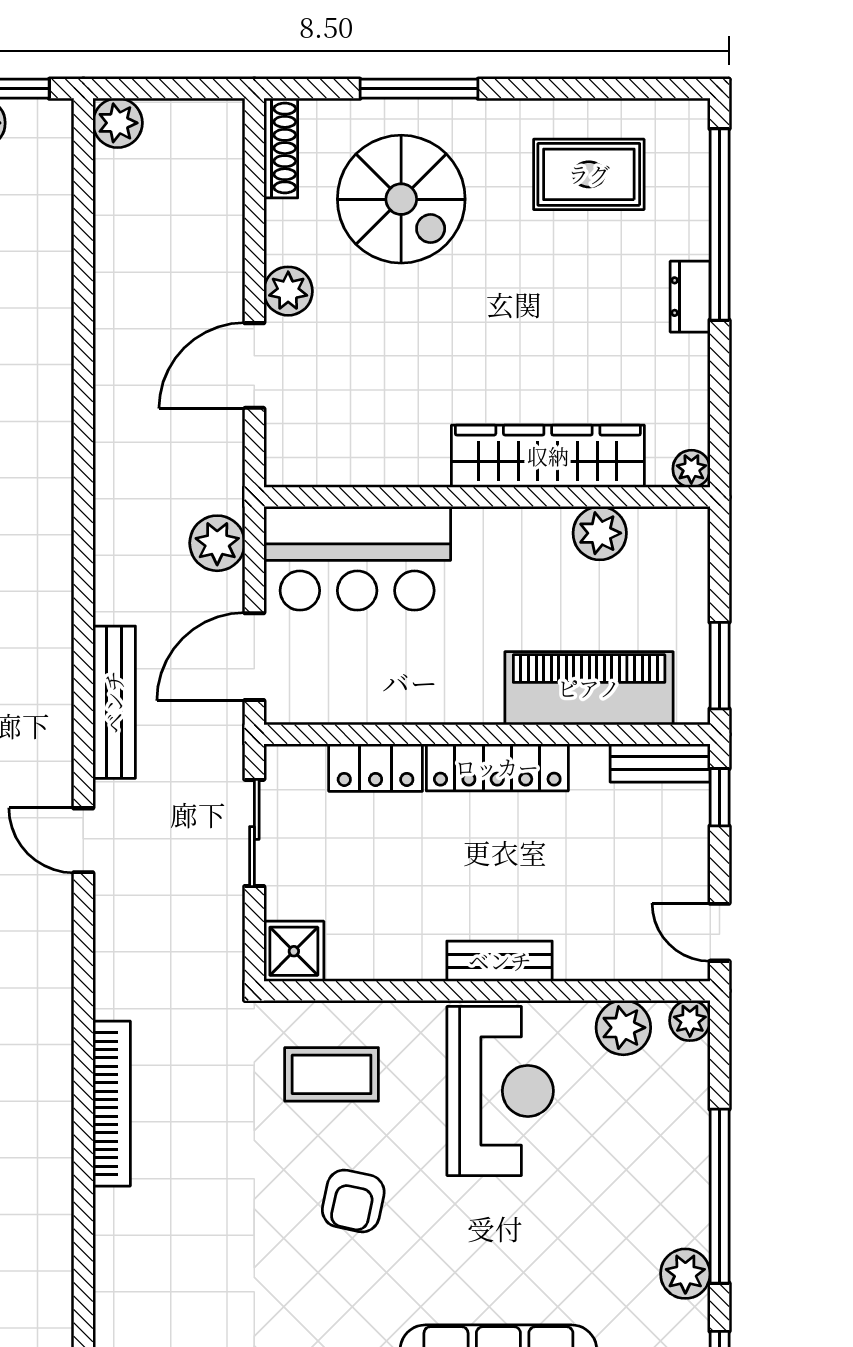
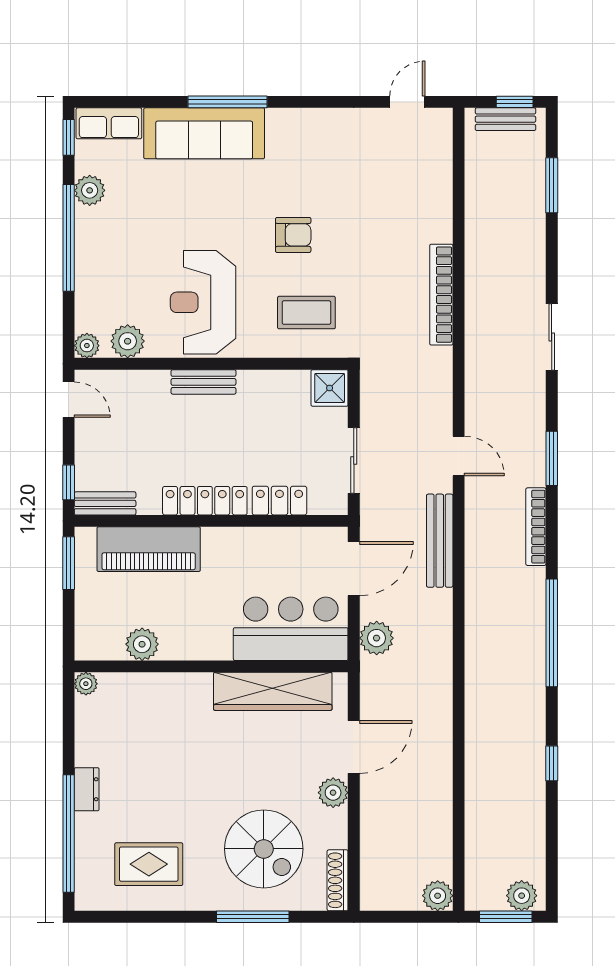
spiral stairs: (401, 199) -> (264, 849), turned 180
wardrobe: (548, 456) -> (273, 691), moved
armchair: (353, 1201) -> (293, 235), turned 78

